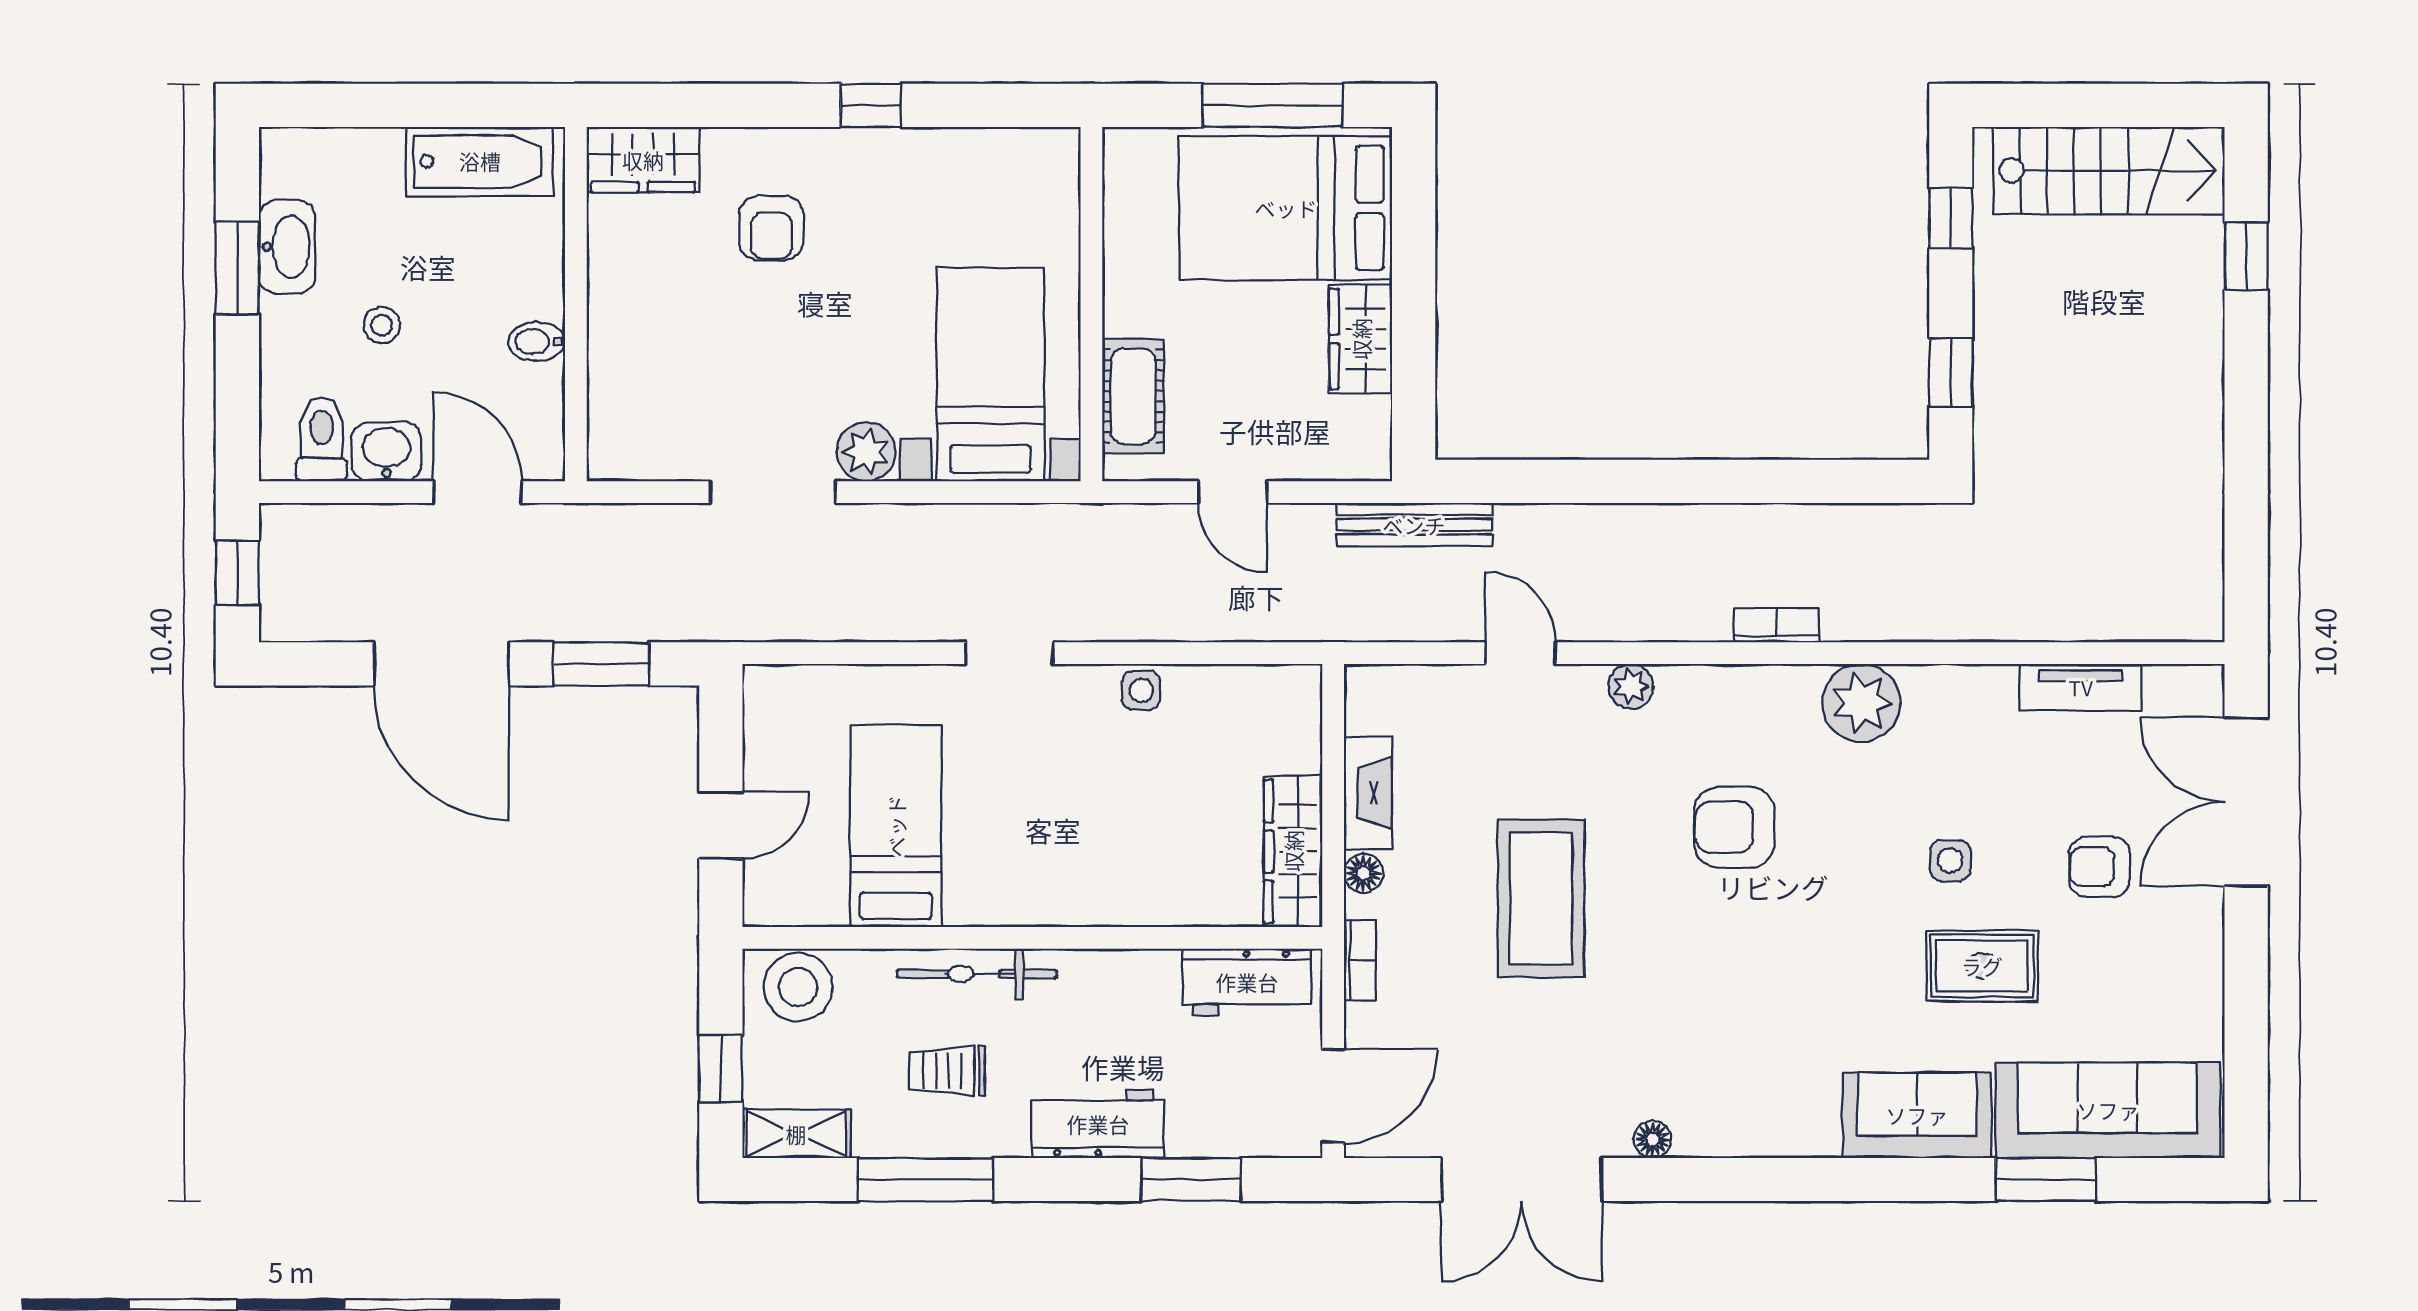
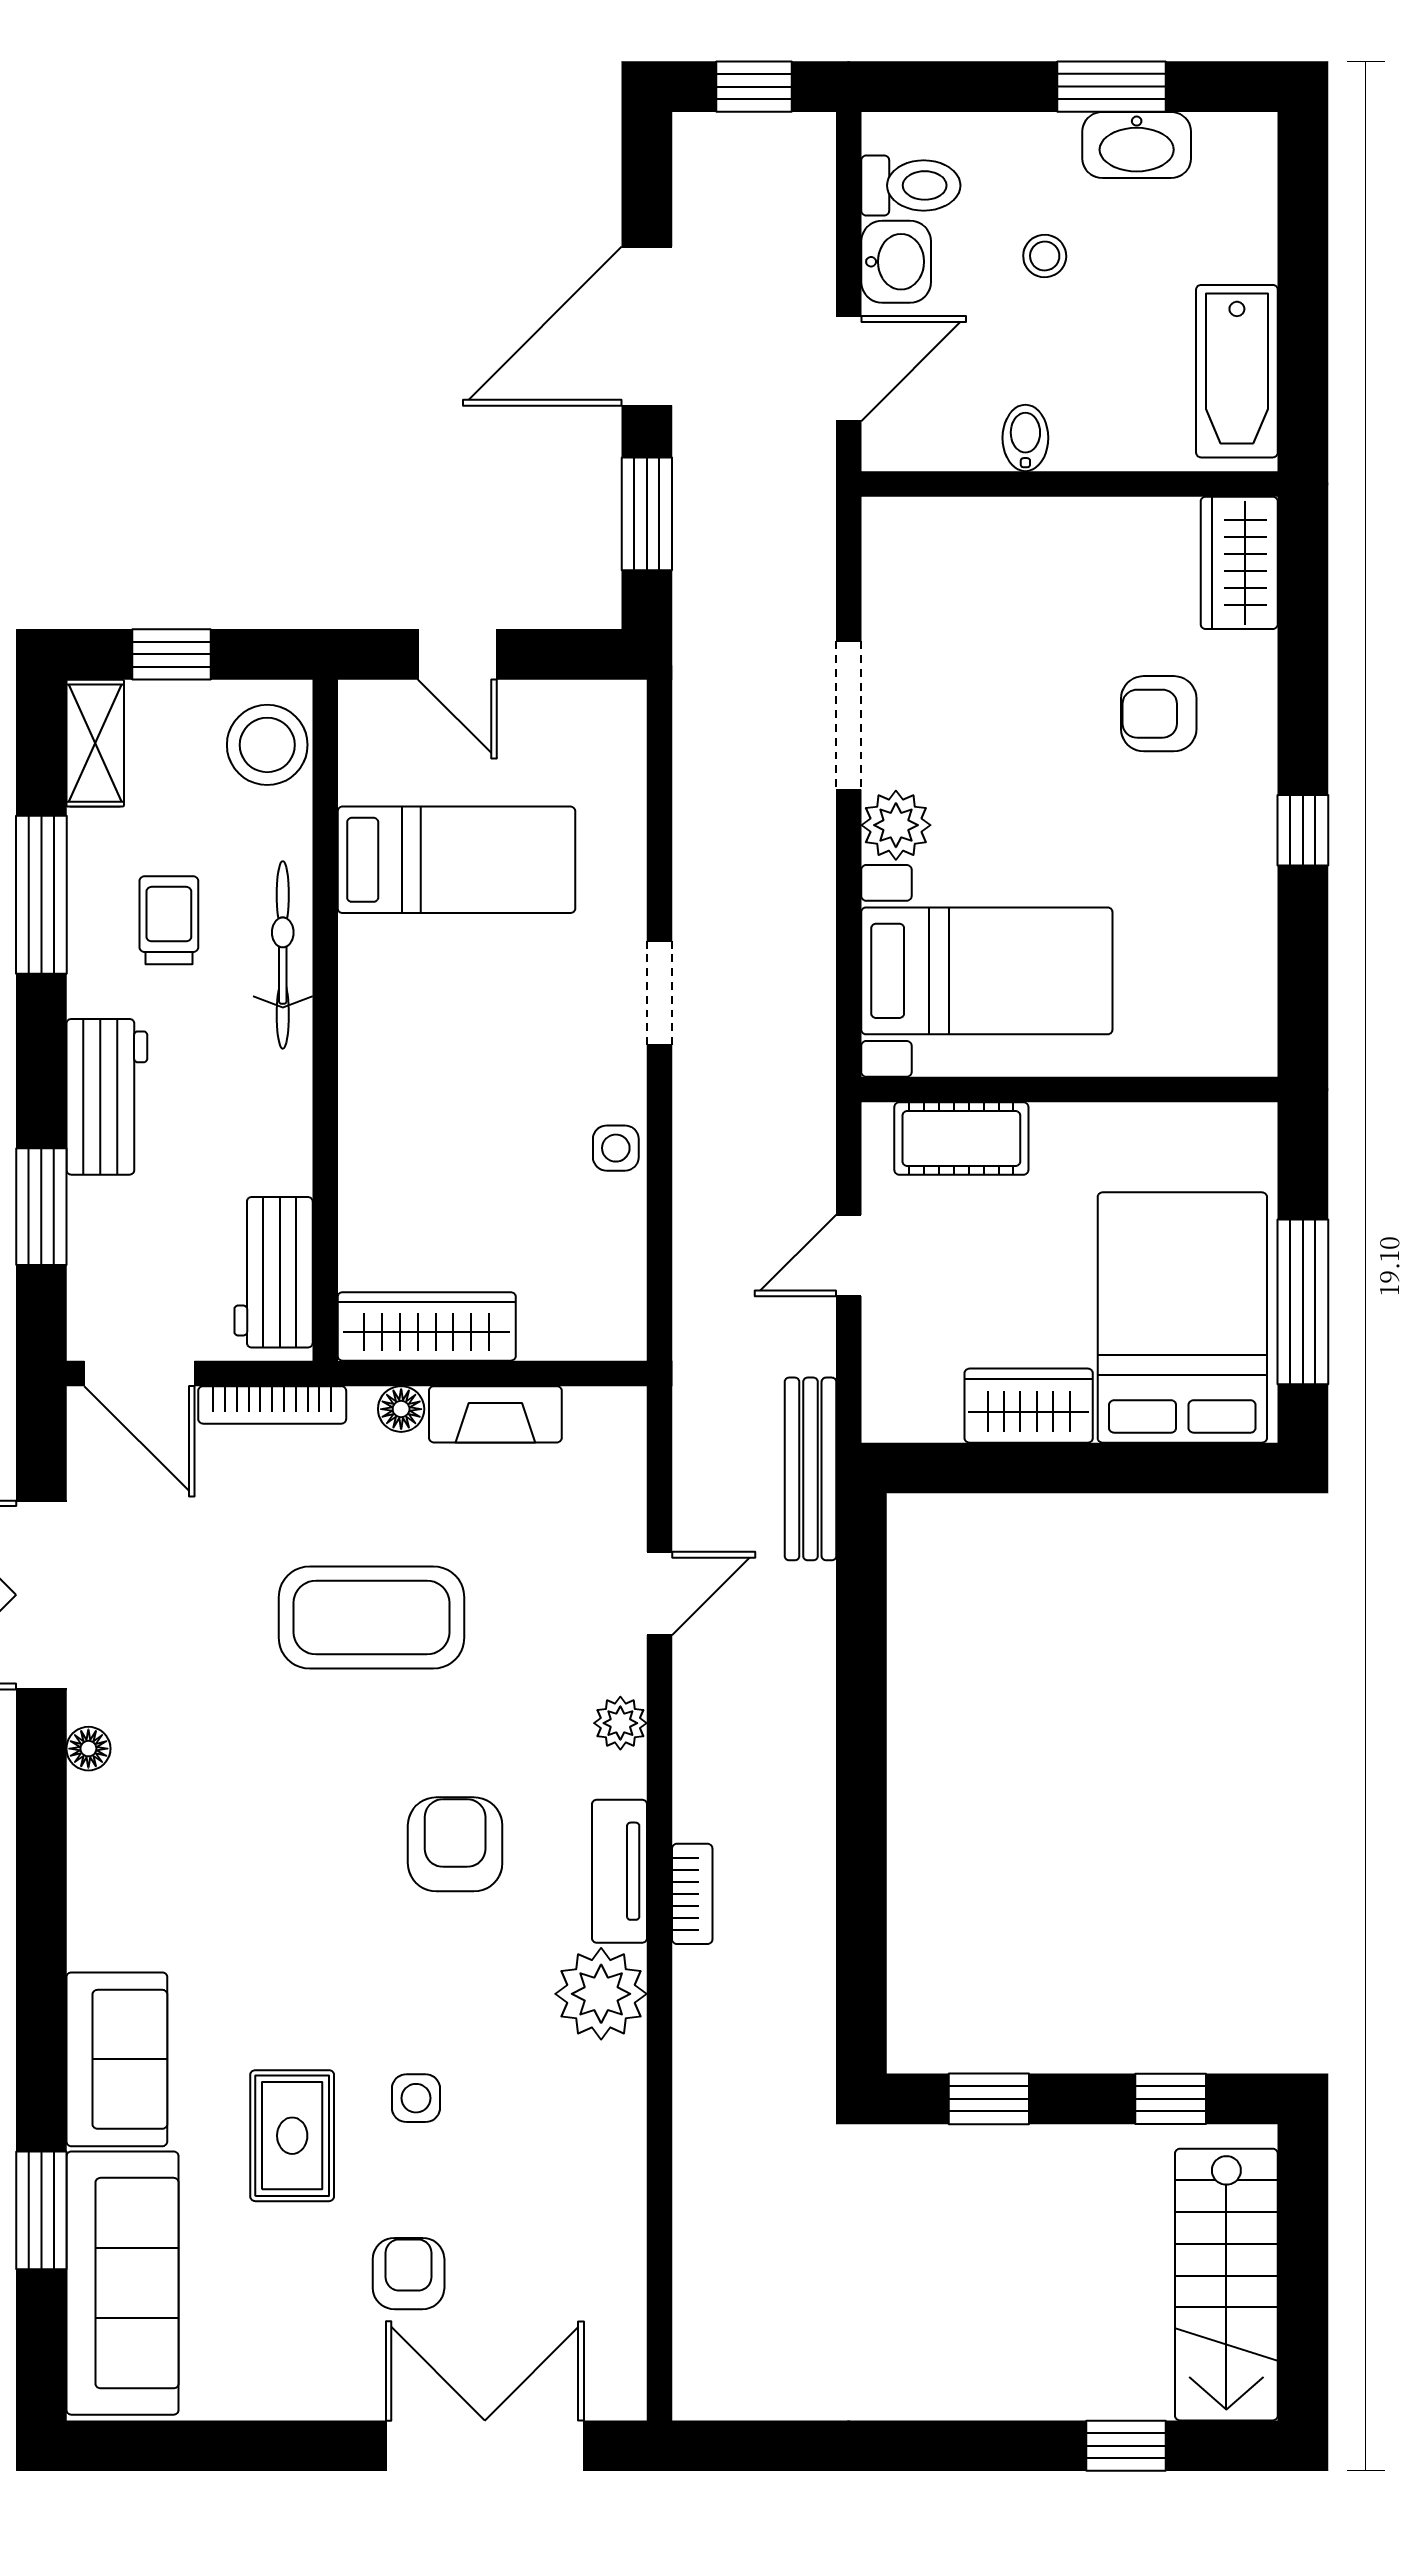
tv unit: (2081, 687) -> (619, 1871), moved
bookcase: (1360, 960) -> (272, 1405), width x1.56

